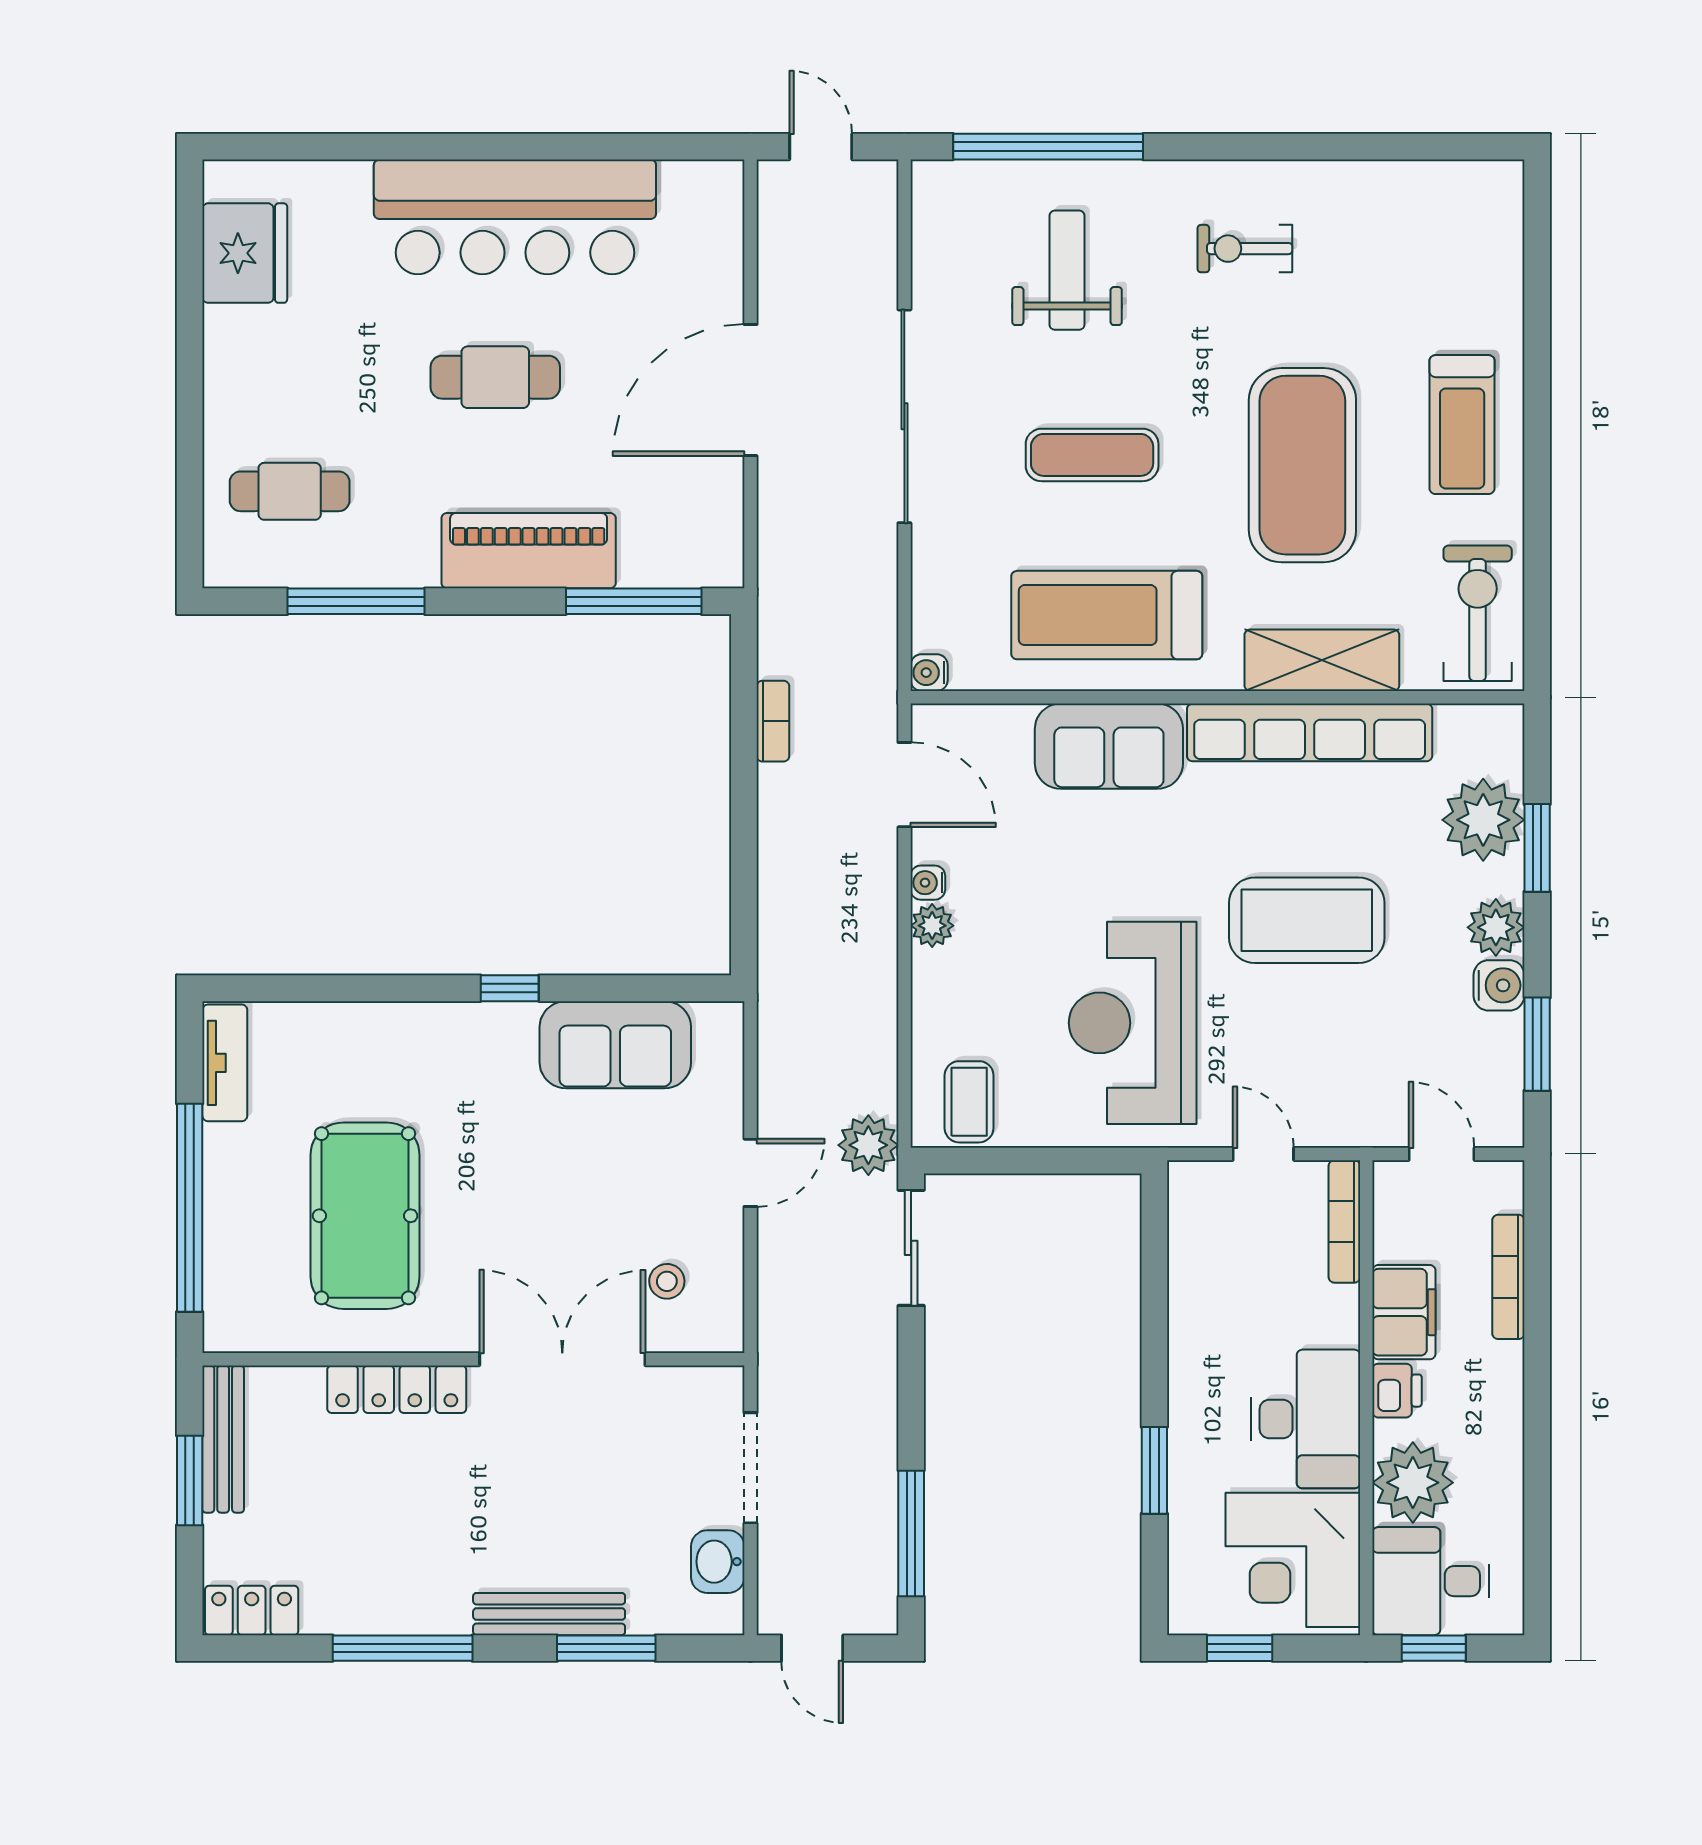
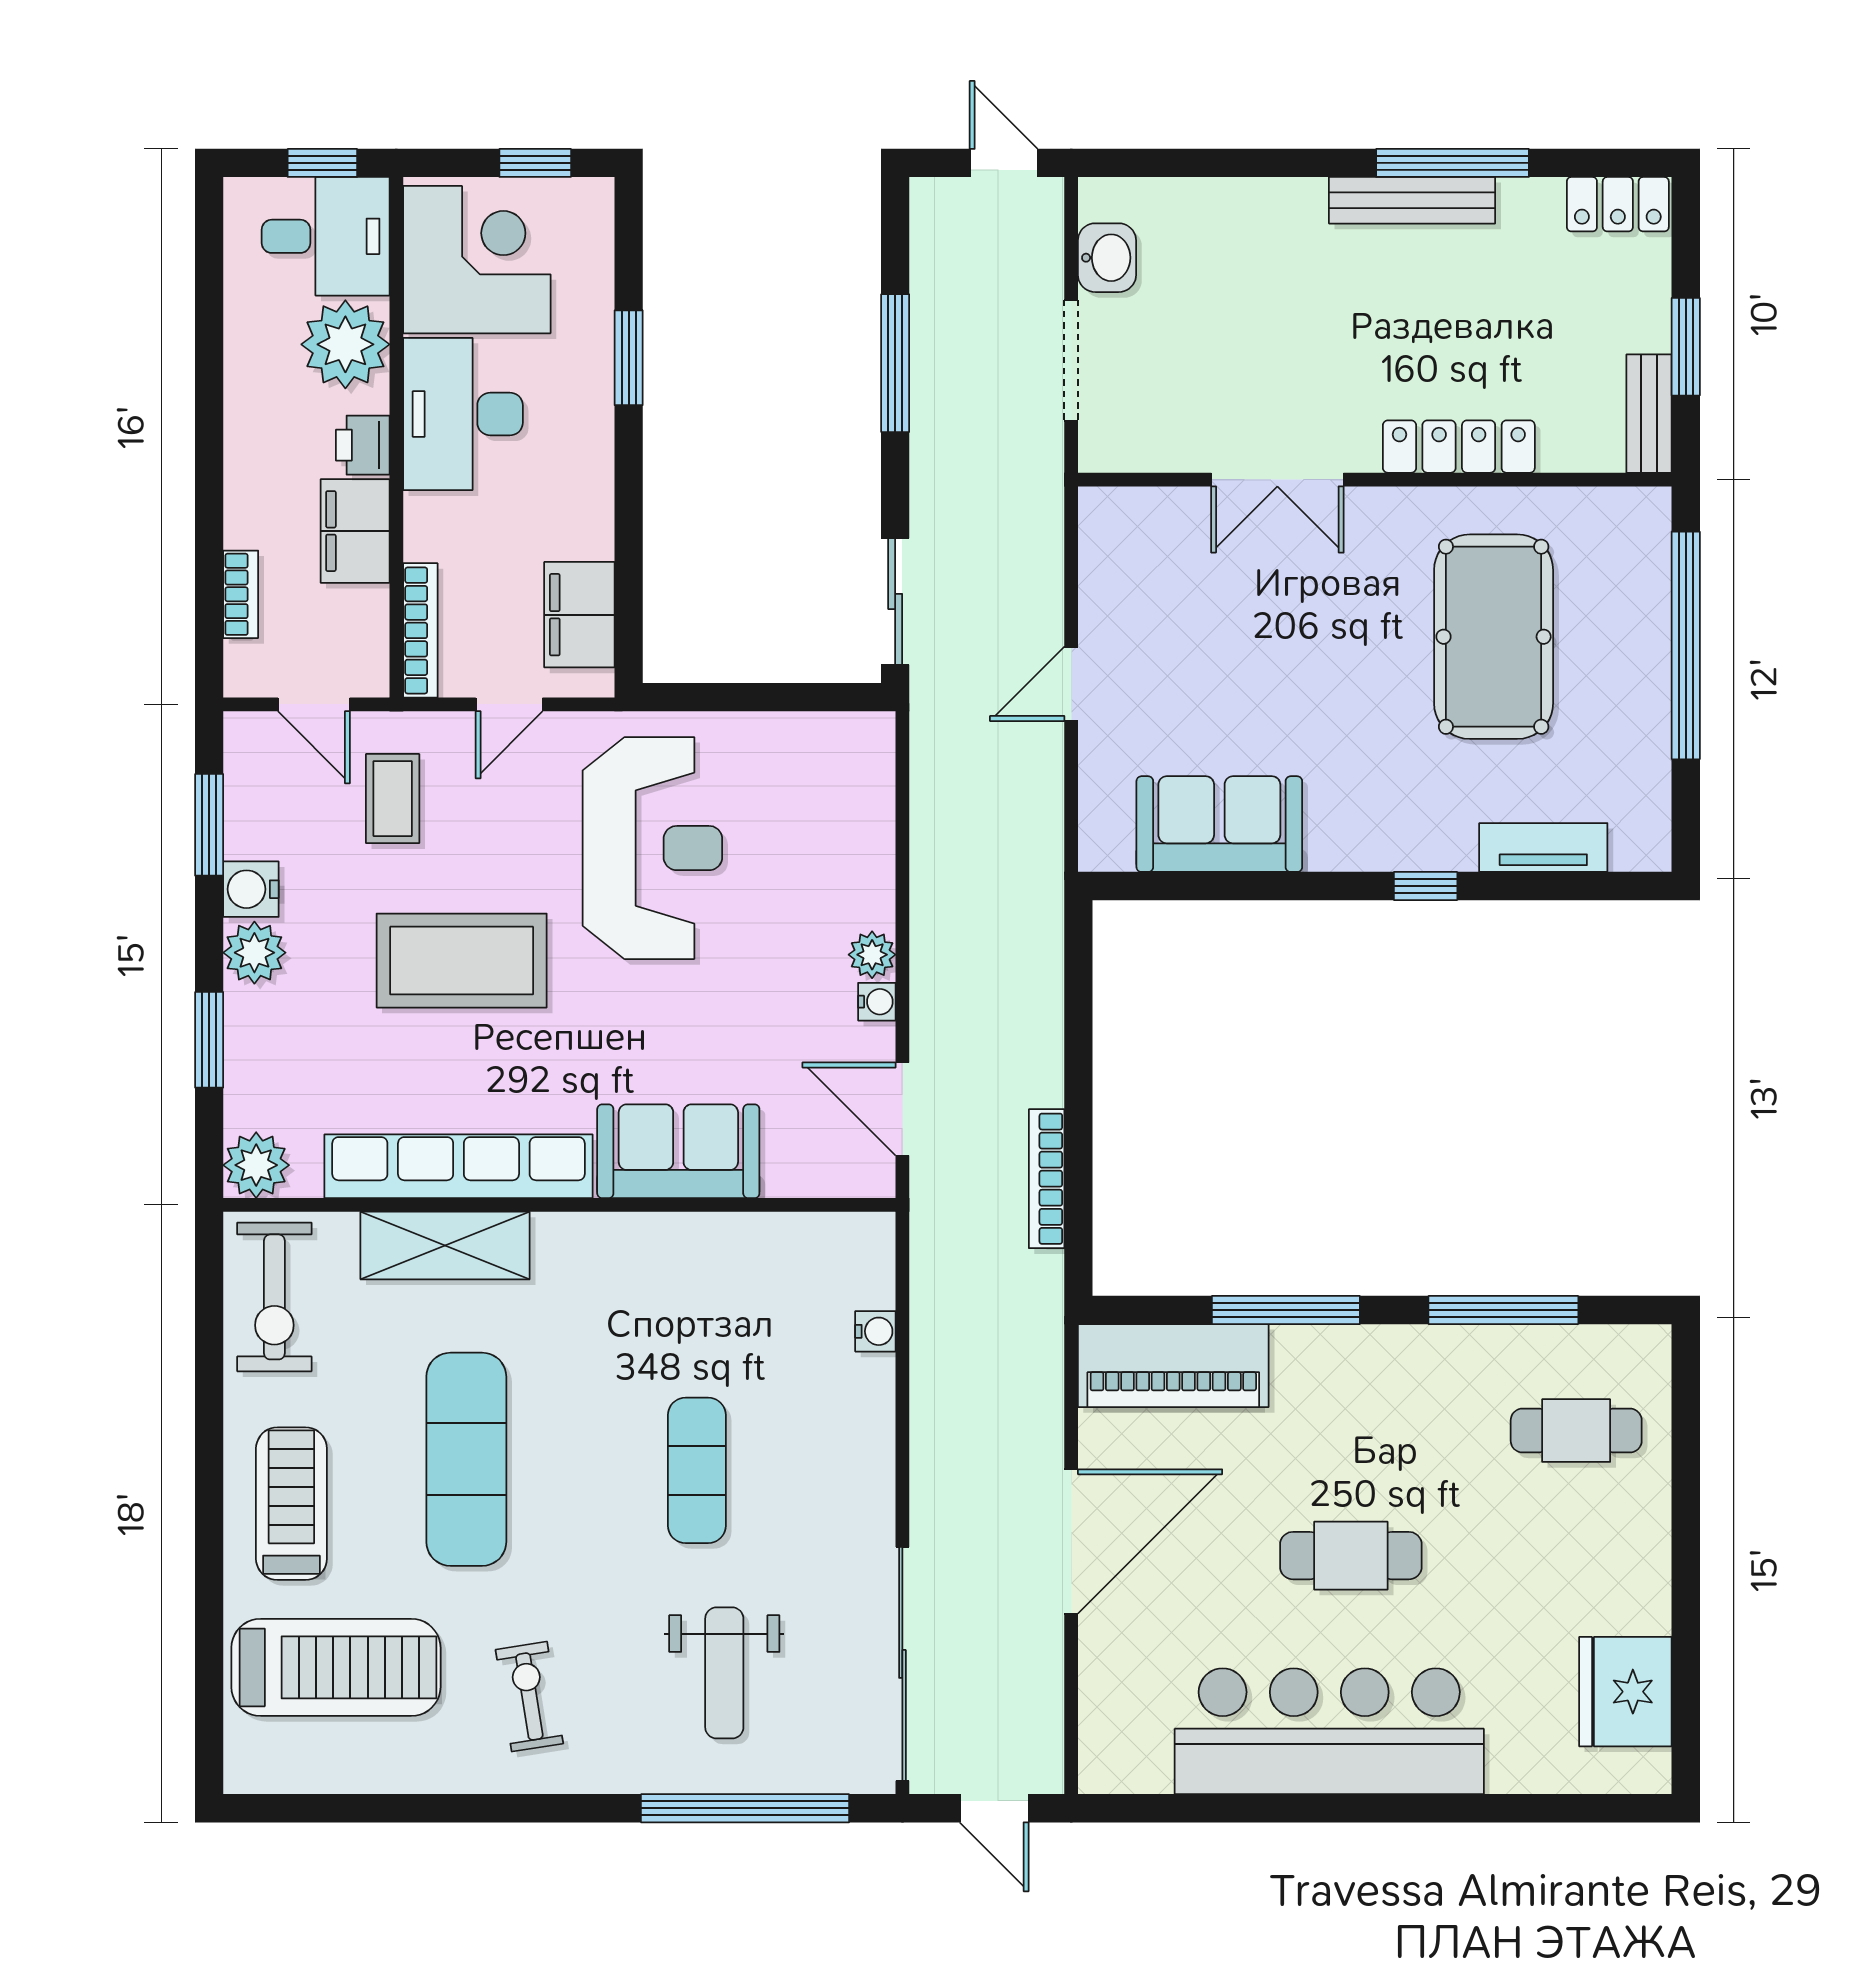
exercise bike: (1245, 249) -> (529, 1697), turned -99
sliding door: (904, 416) -> (902, 1664), moved
exercise mat: (1092, 455) -> (697, 1470), turned 90
exercise mat: (1302, 465) -> (466, 1459), width x0.68
piano: (529, 551) -> (1173, 1366), moved
window: (634, 601) -> (1286, 1310), moved
treadmill: (1107, 615) -> (336, 1667), moved
water cooler: (929, 673) -> (875, 1331), moved
bookcase: (773, 721) -> (1047, 1179), width x1.56
plant: (1483, 820) -> (256, 1165), moved, width x0.73, depth x0.73
window: (510, 988) -> (1426, 886), moved
tv unit: (225, 1063) -> (1543, 848), moved, turned 90
coffee table: (969, 1102) -> (393, 799), moved
plant: (868, 1145) -> (942, 714), removed
door: (1263, 1154) -> (509, 704), hinge flipped
filing cabinet: (1199, 1236) -> (579, 615), added
bookcase: (1508, 1277) -> (241, 594), width x0.64
stool: (667, 1281) -> (1163, 565), removed
double door: (562, 1359) -> (1277, 480), width x0.73
bench: (223, 1439) -> (1649, 414), width x0.73
window: (911, 1533) -> (895, 363), moved
bench: (549, 1614) -> (1412, 200), moved
window: (606, 1648) -> (1229, 163), removed

